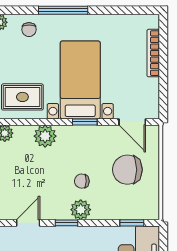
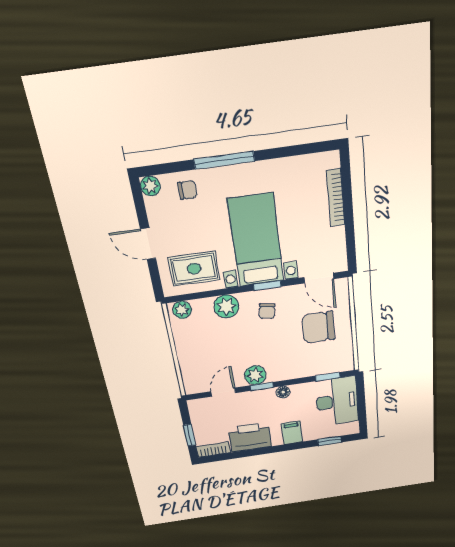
chair: (29, 30) -> (187, 190), turned -90
chair: (82, 181) -> (267, 311), moved, turned -81
plant: (81, 210) -> (255, 375), moved
floor lamp: (86, 233) -> (283, 392), added

